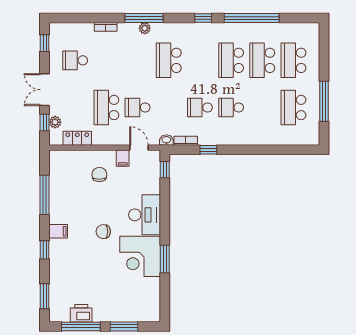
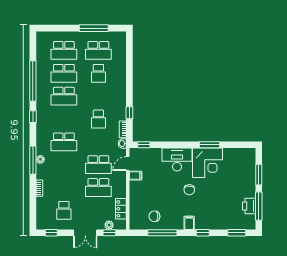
school desk: (138, 107) -> (98, 165), width x1.85
school desk: (231, 107) -> (98, 73), moved
chair: (99, 175) -> (154, 216), moved

